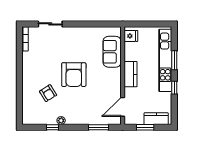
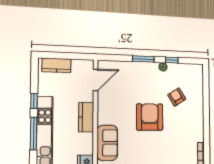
window: (174, 60) -> (34, 133), width x1.44
window: (99, 127) -> (143, 59), moved
window: (145, 127) -> (70, 56), removed

